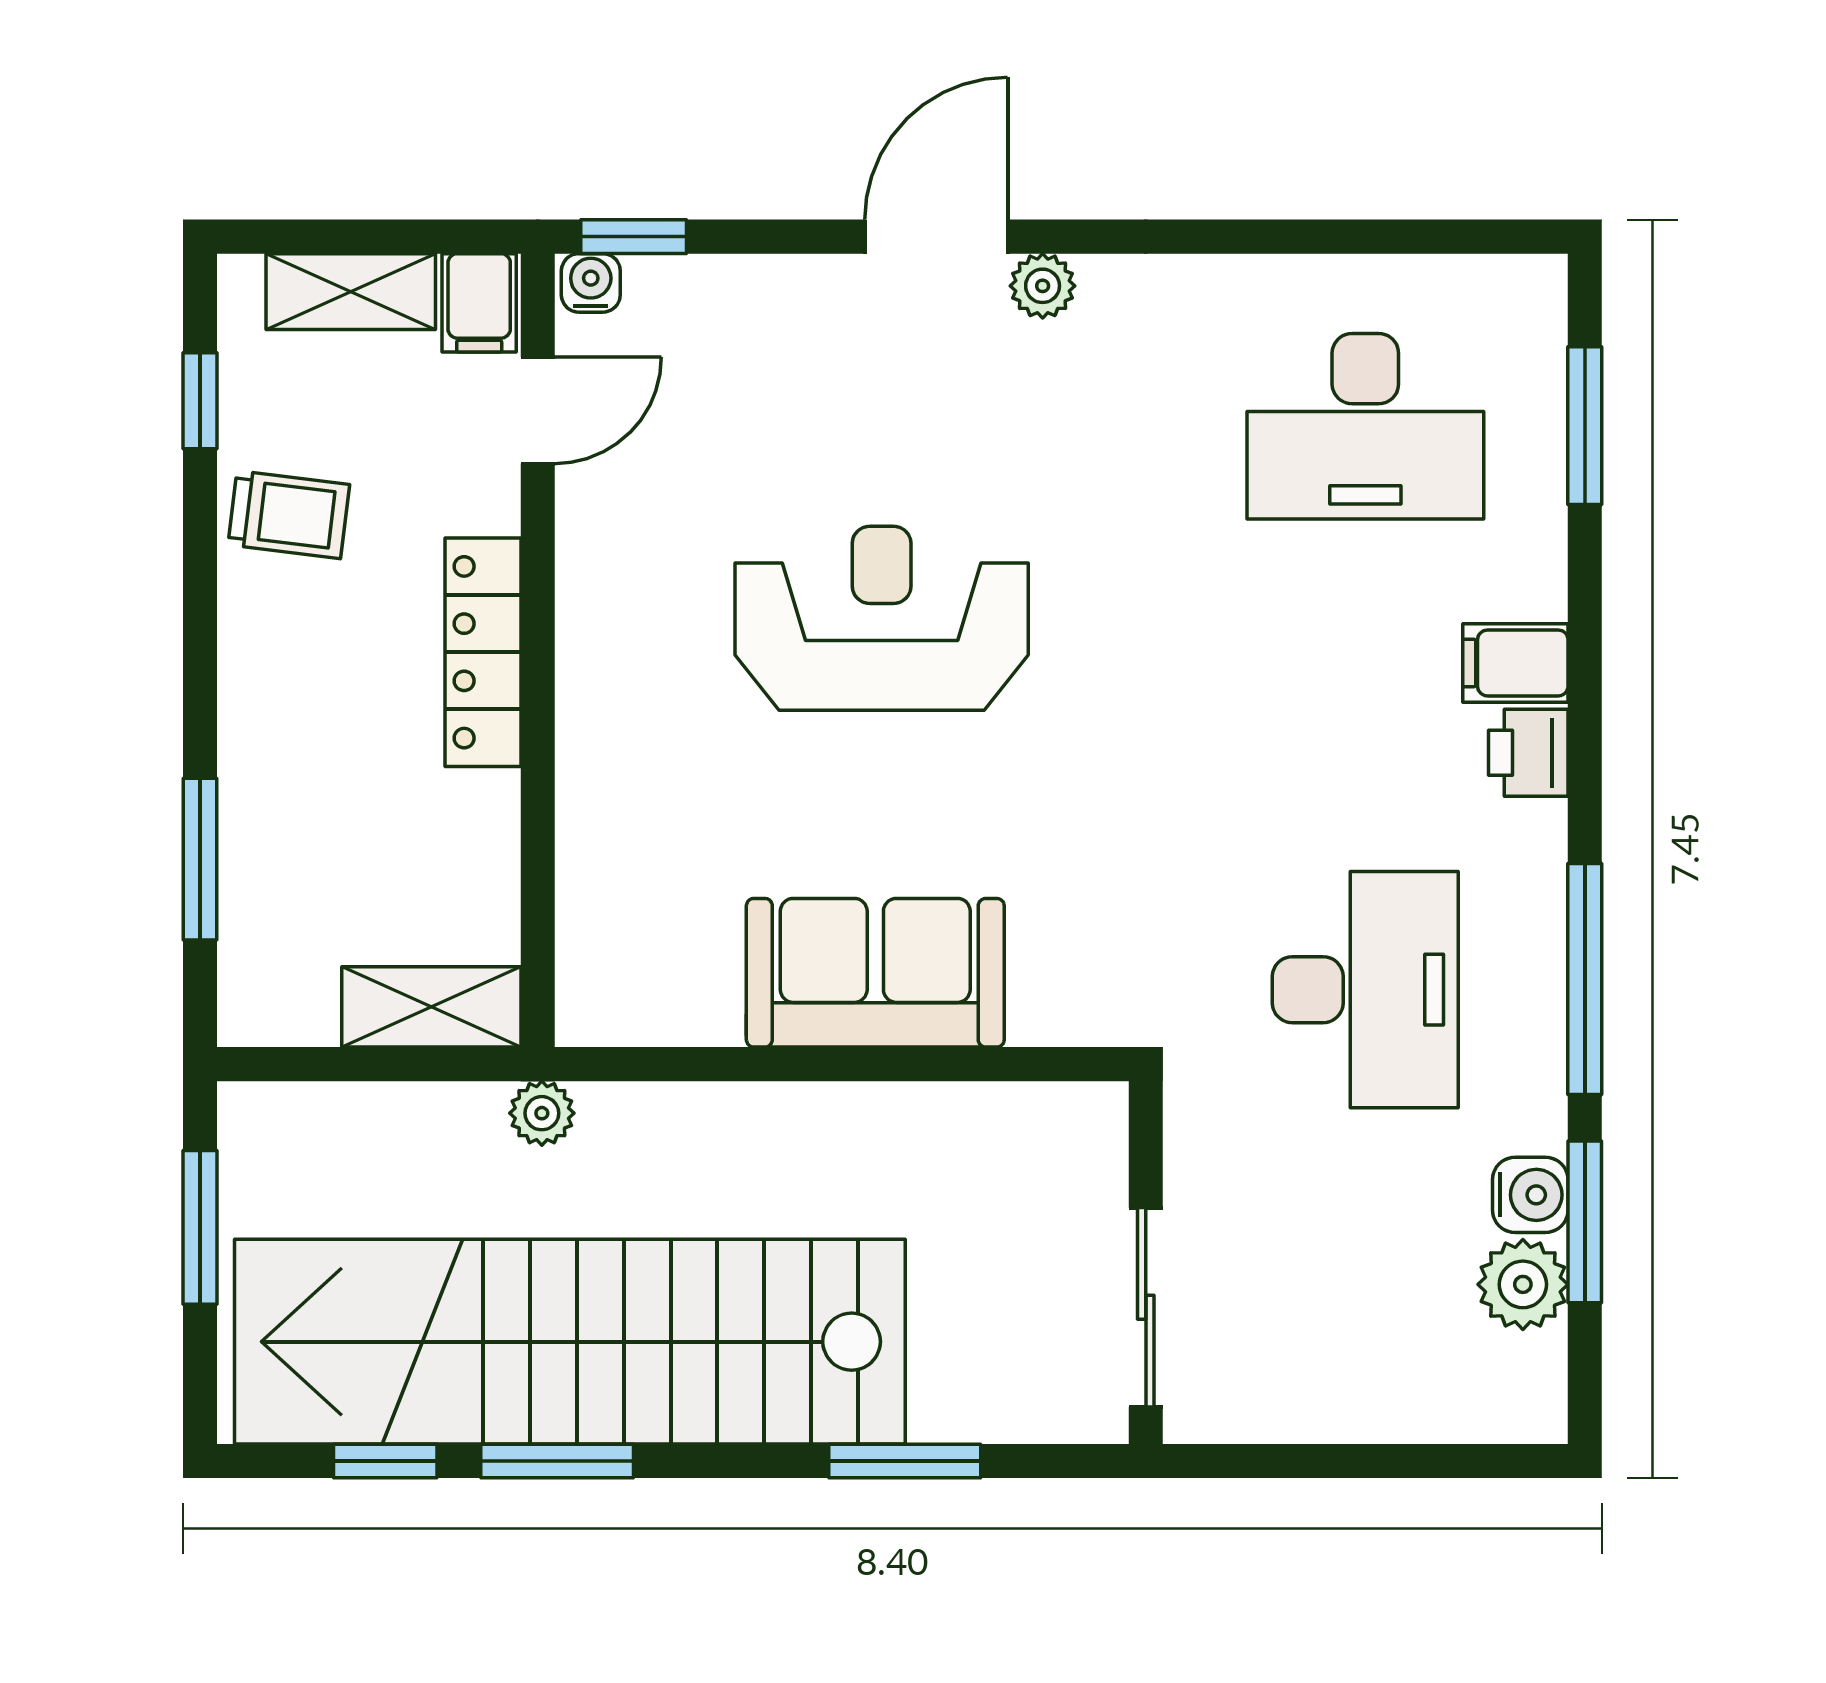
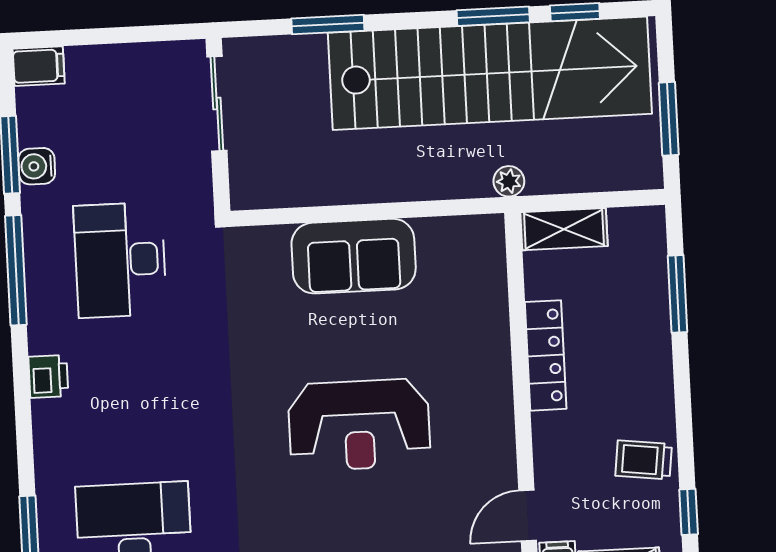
locker: (483, 652) -> (546, 355), moved
filing cabinet: (1515, 663) -> (39, 66), moved
plant: (1523, 1284) -> (38, 123), removed

